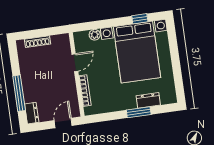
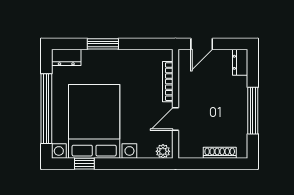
plant: (95, 35) -> (163, 151), moved
window: (175, 57) -> (46, 109), added
window: (19, 93) -> (253, 111), moved
dresser: (148, 100) -> (66, 57), moved

